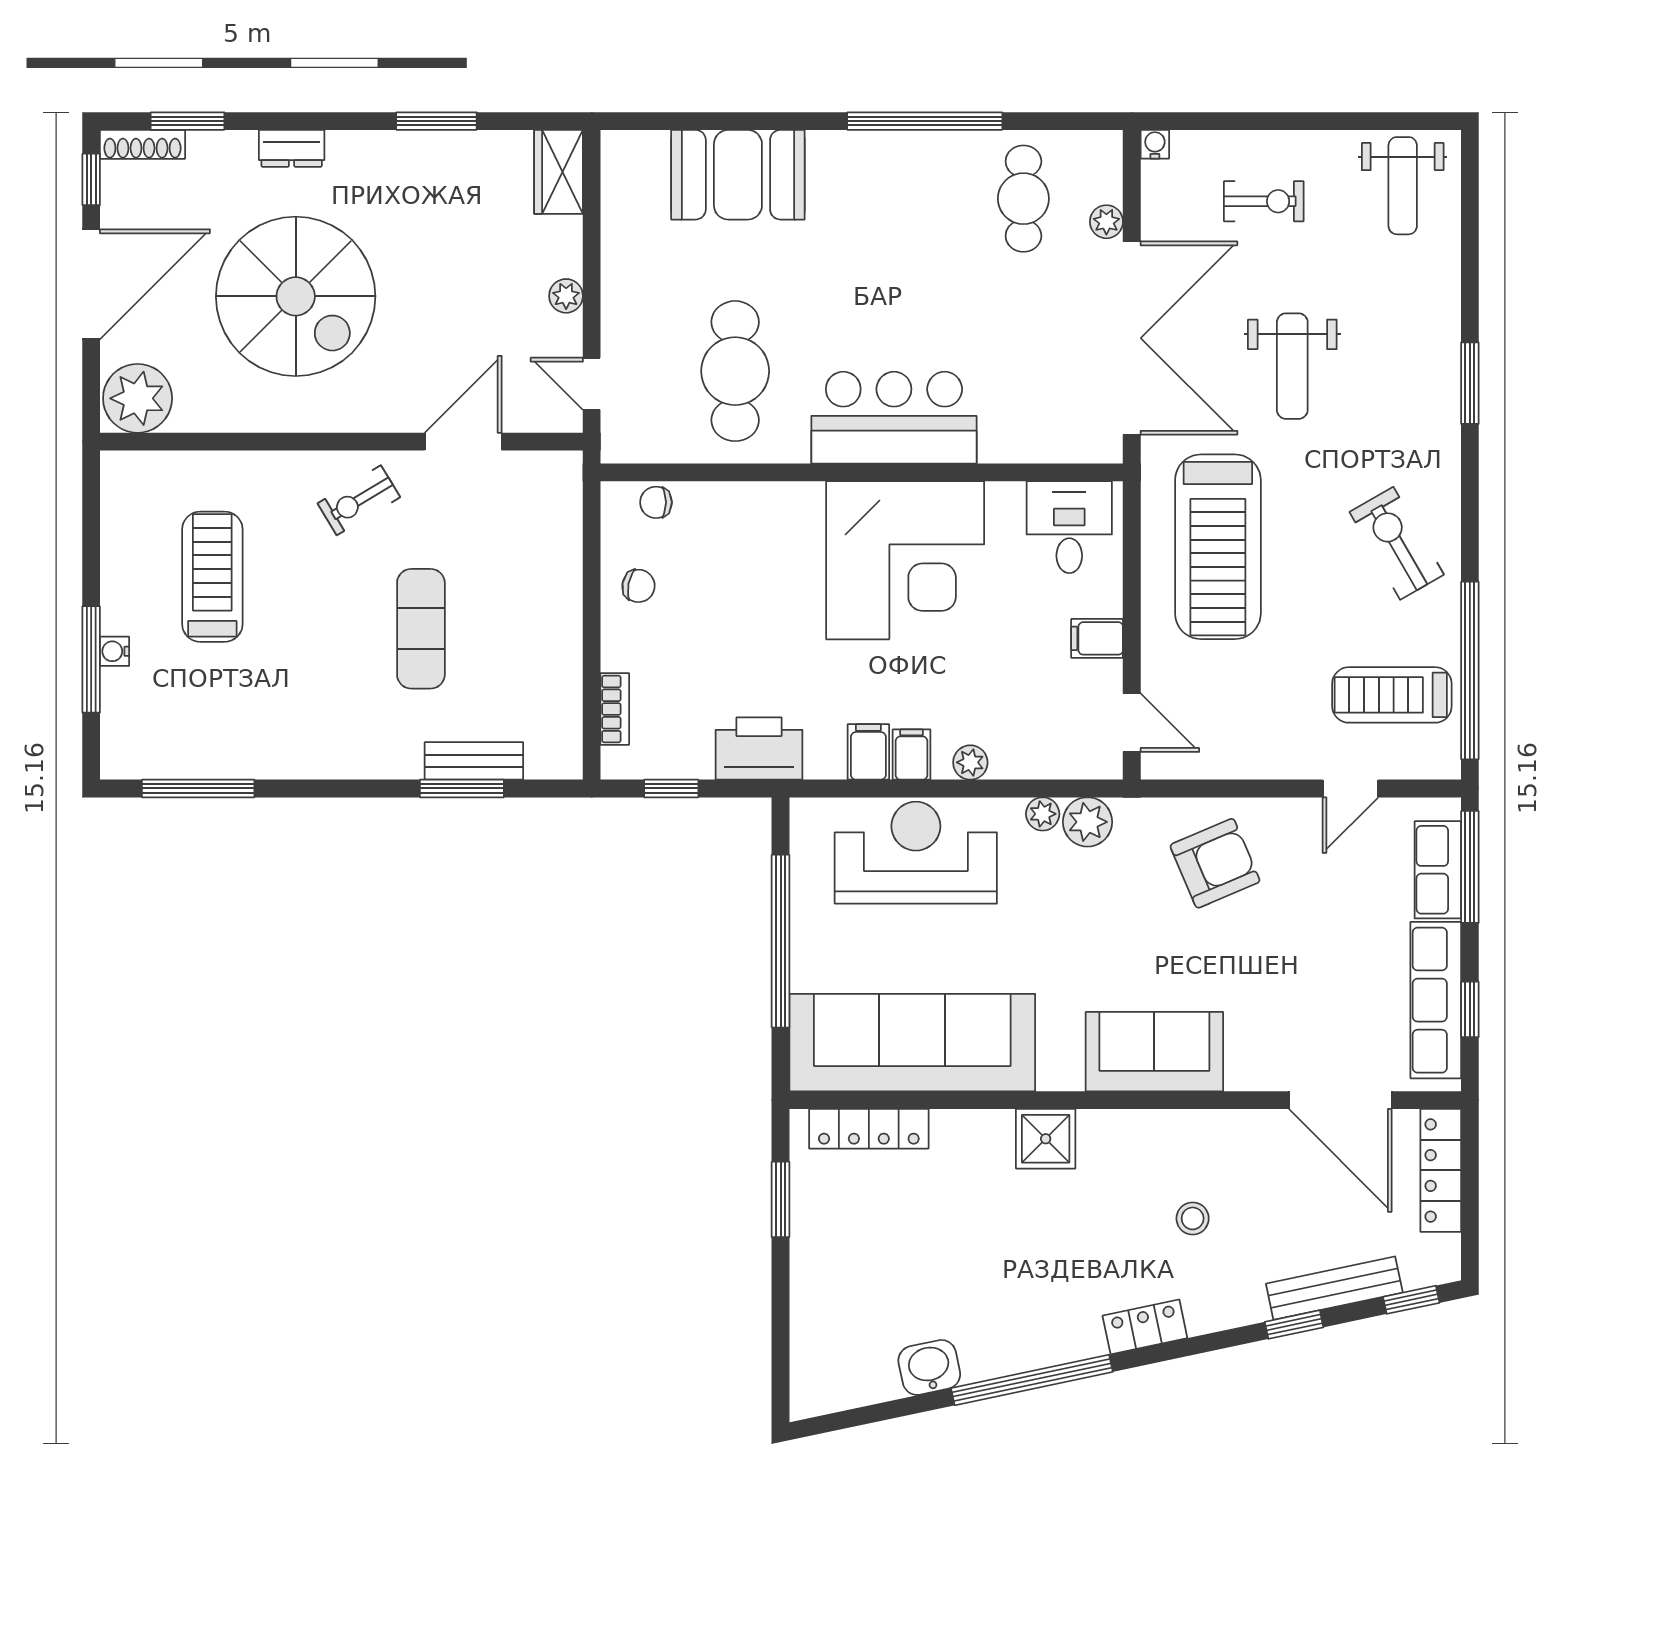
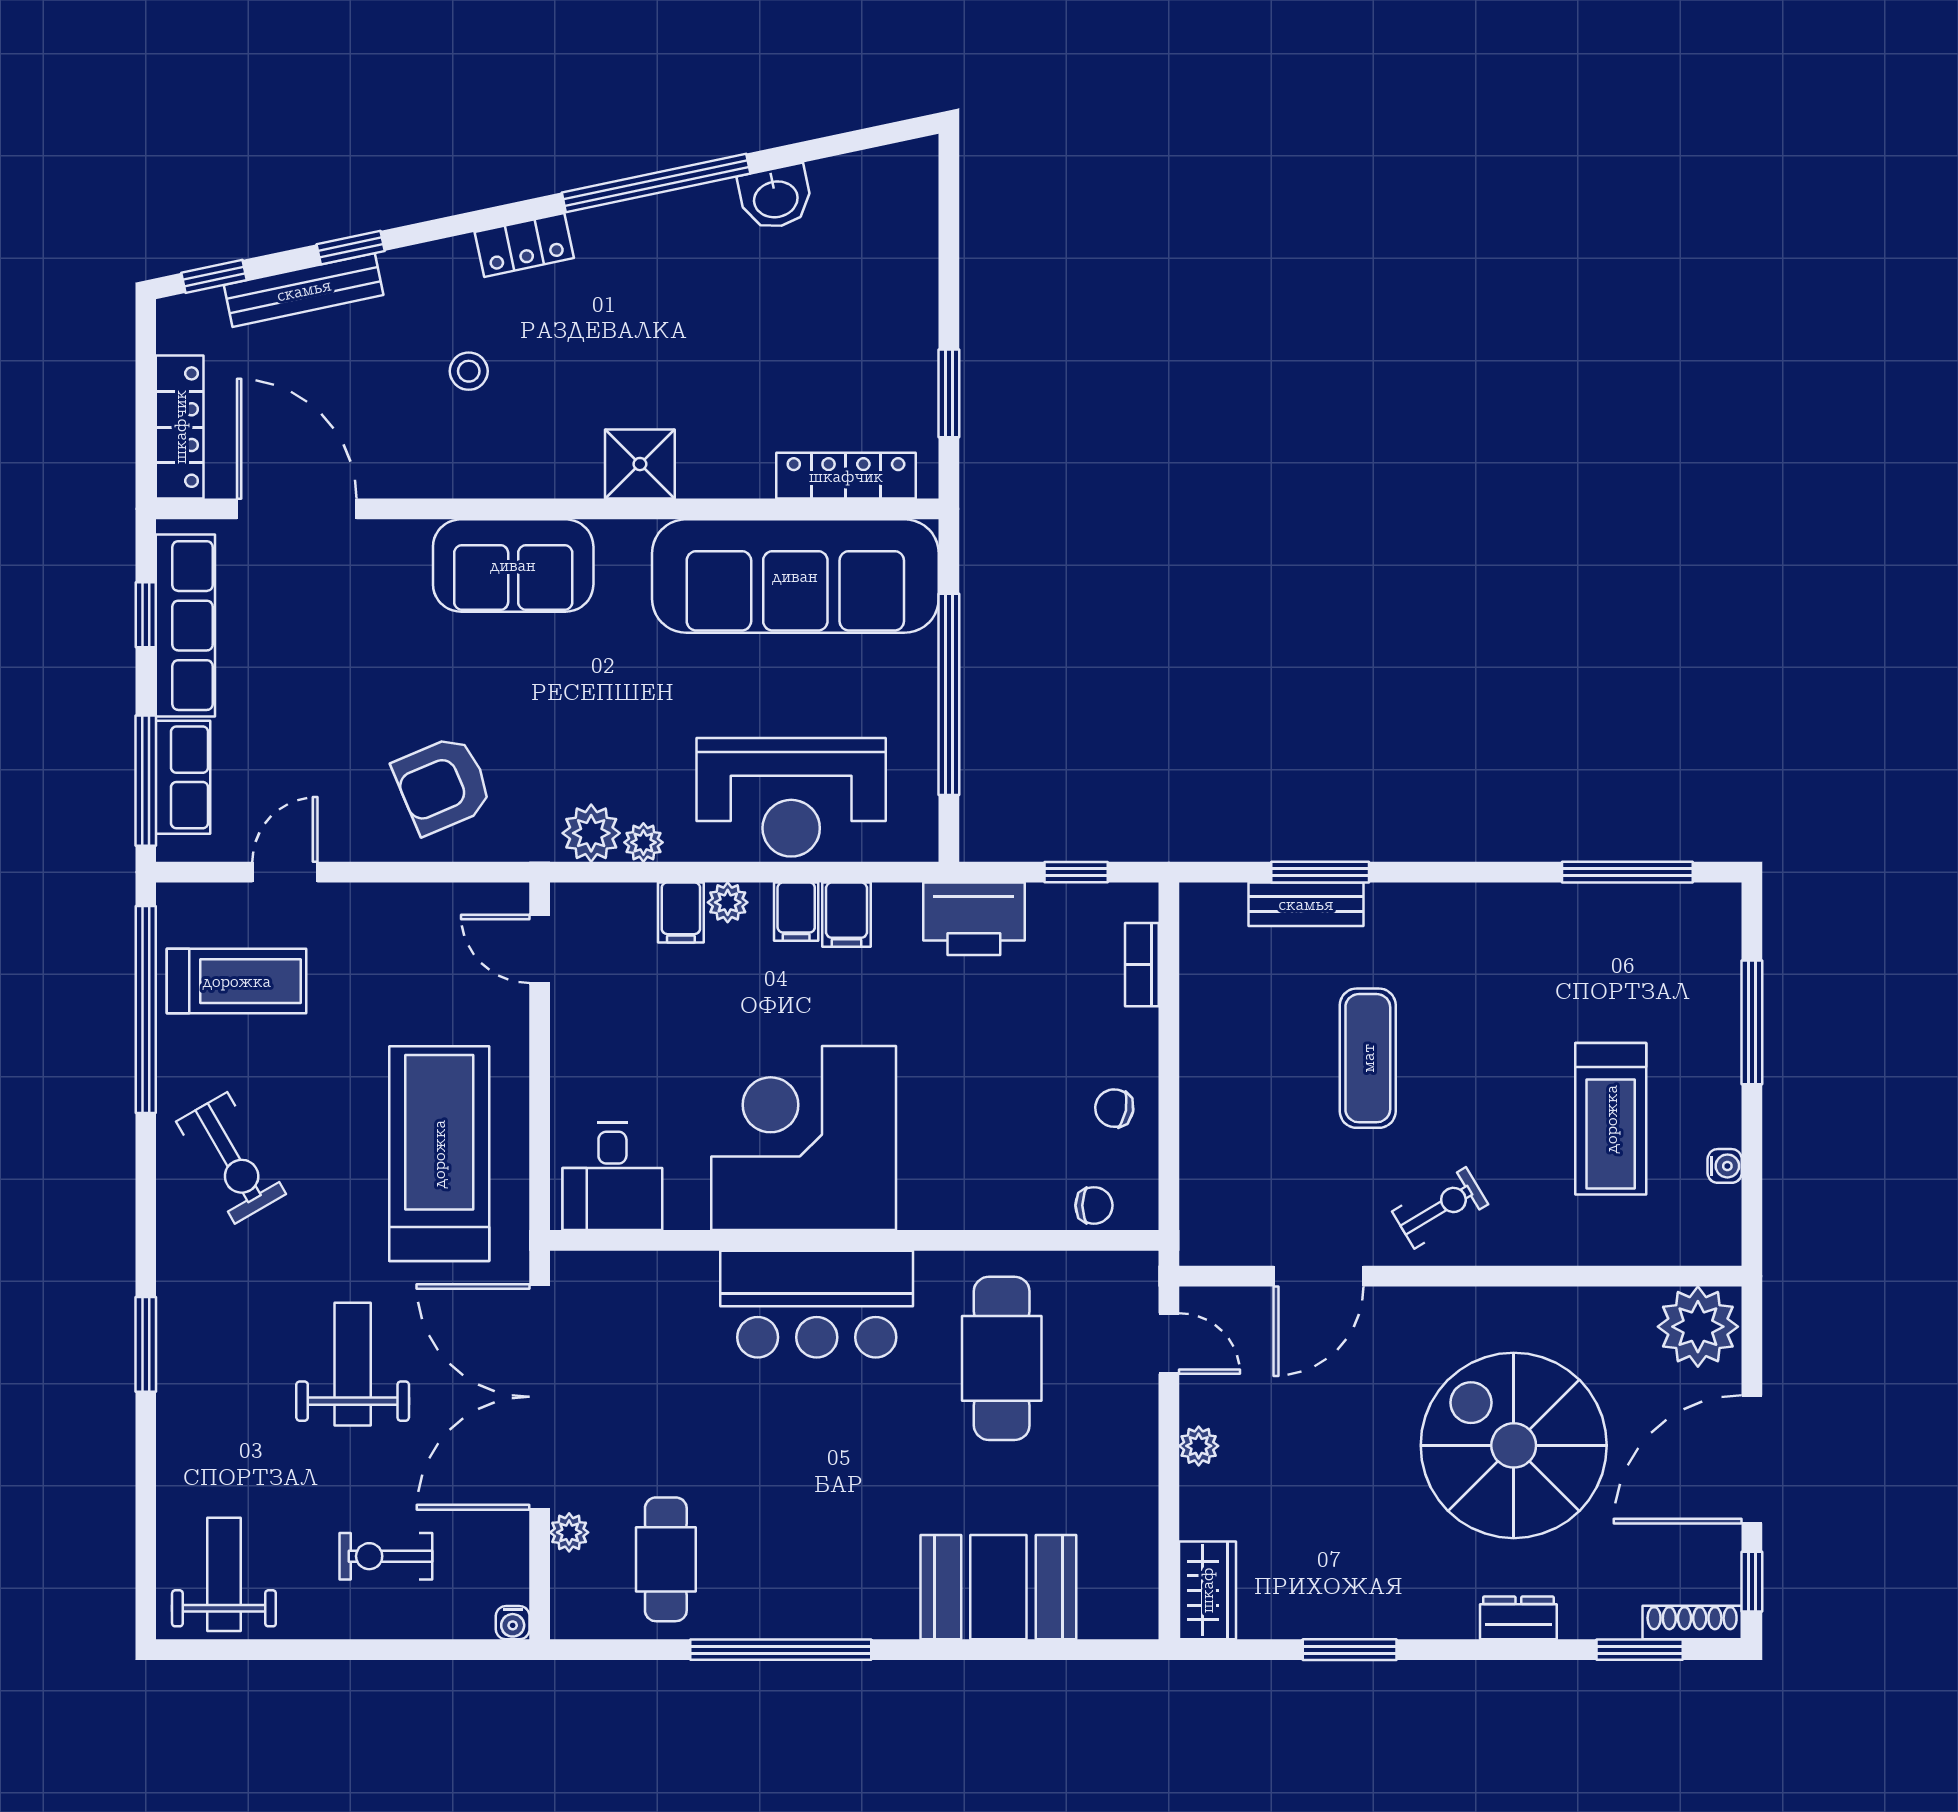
filing cabinet: (1097, 638) -> (681, 913), moved, turned 90
water cooler: (115, 651) -> (1725, 1166), moved

